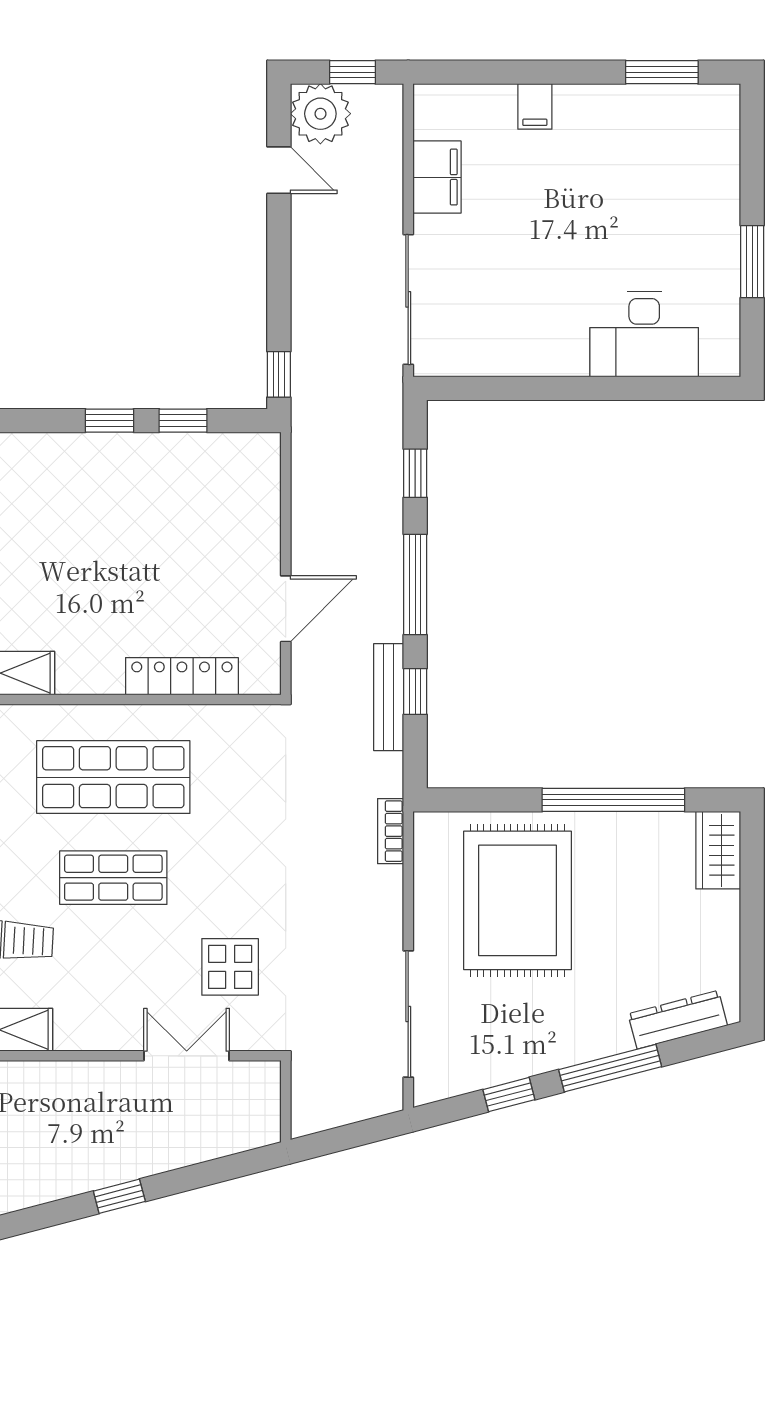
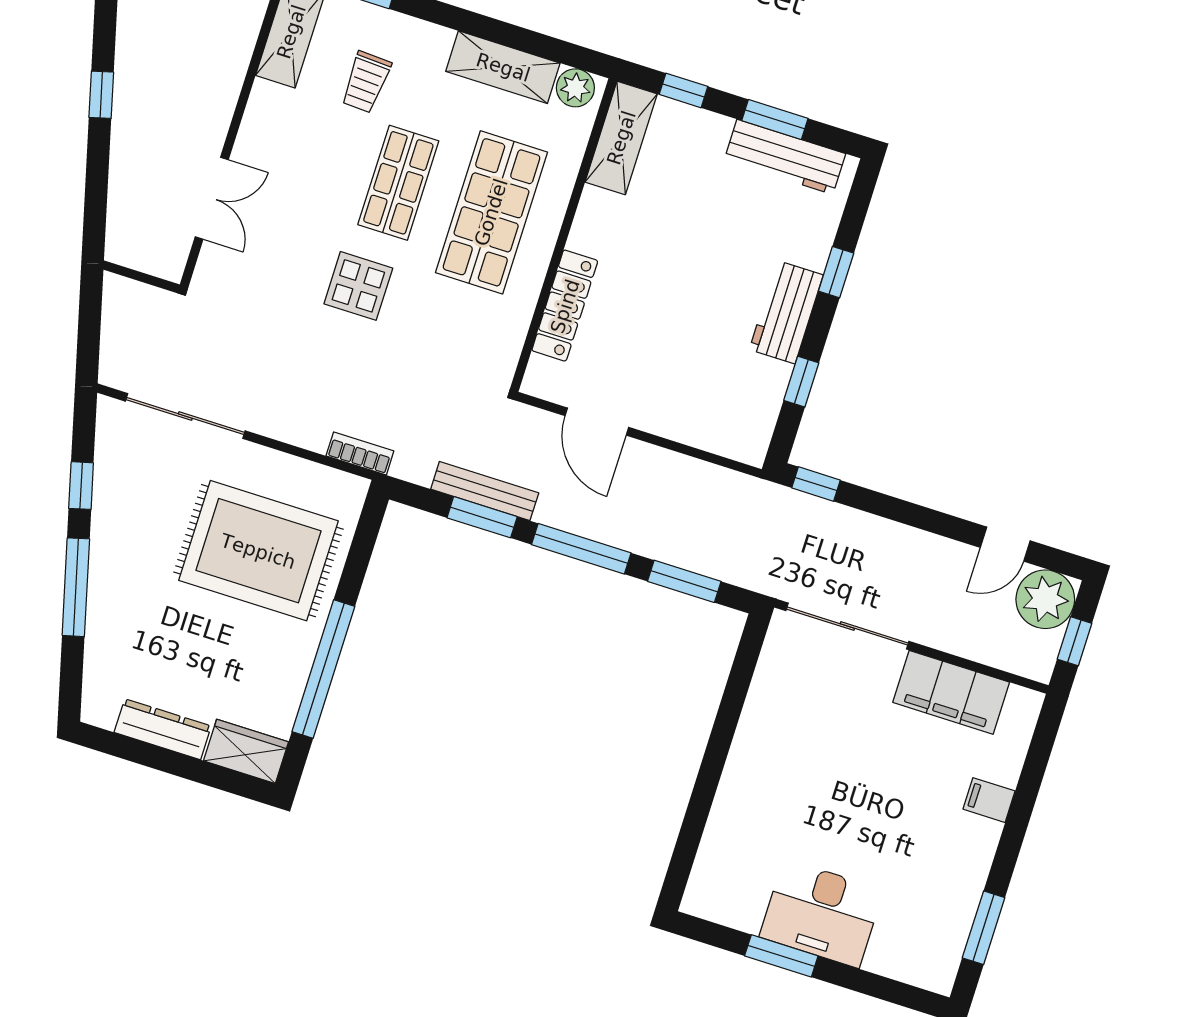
filing cabinet: (437, 177) -> (951, 692), width x1.50, depth x1.17
desk: (644, 334) -> (821, 913), moved, turned -90
window: (109, 421) -> (836, 272), moved
workbench: (120, 457) -> (786, 312), added
window: (415, 473) -> (684, 581), width x1.50
window: (415, 691) -> (482, 517), width x1.50
display table: (230, 967) -> (358, 286), moved
dresser: (678, 1020) -> (163, 729), moved, turned -75

